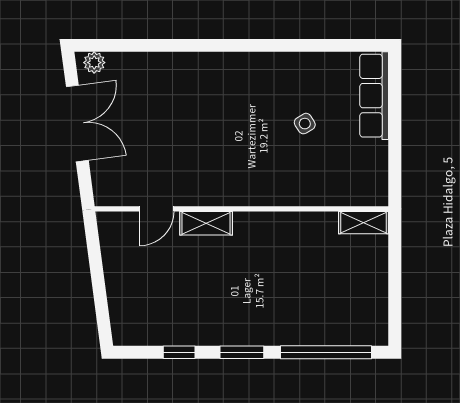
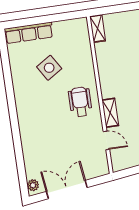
side table: (305, 124) -> (49, 68), width x1.87, depth x1.87
wheelchair: (234, 171) -> (80, 102), added

